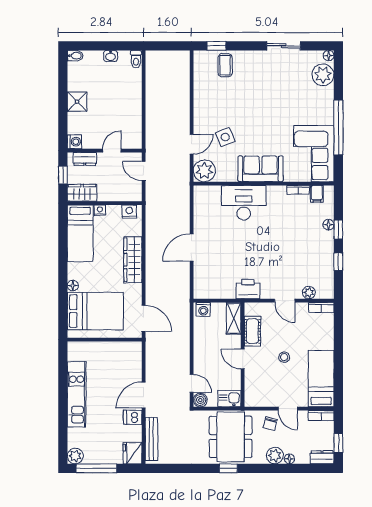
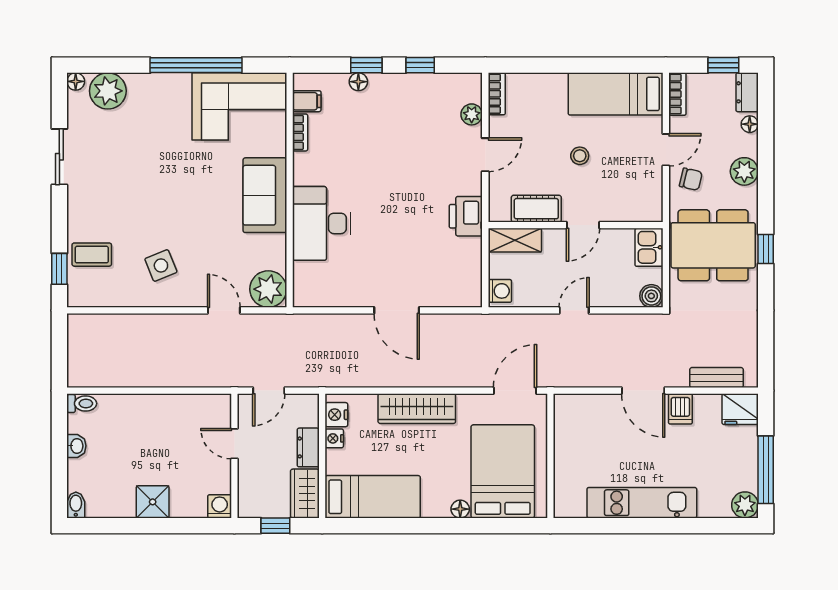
side table: (225, 137) -> (161, 265), moved
dresser: (85, 159) -> (308, 447), moved, turned 180
nightstand: (100, 210) -> (334, 438), moved
door: (192, 383) -> (574, 310), moved
bench: (151, 439) -> (716, 378), width x0.73
floor lamp: (289, 459) -> (750, 124), moved

